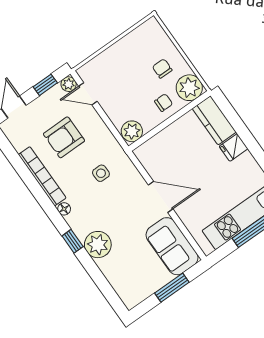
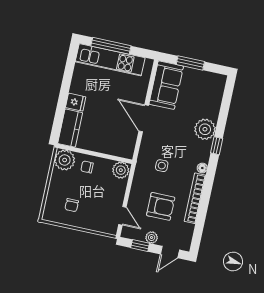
chair: (162, 69) -> (72, 205), moved
plant: (69, 84) -> (152, 238), moved

